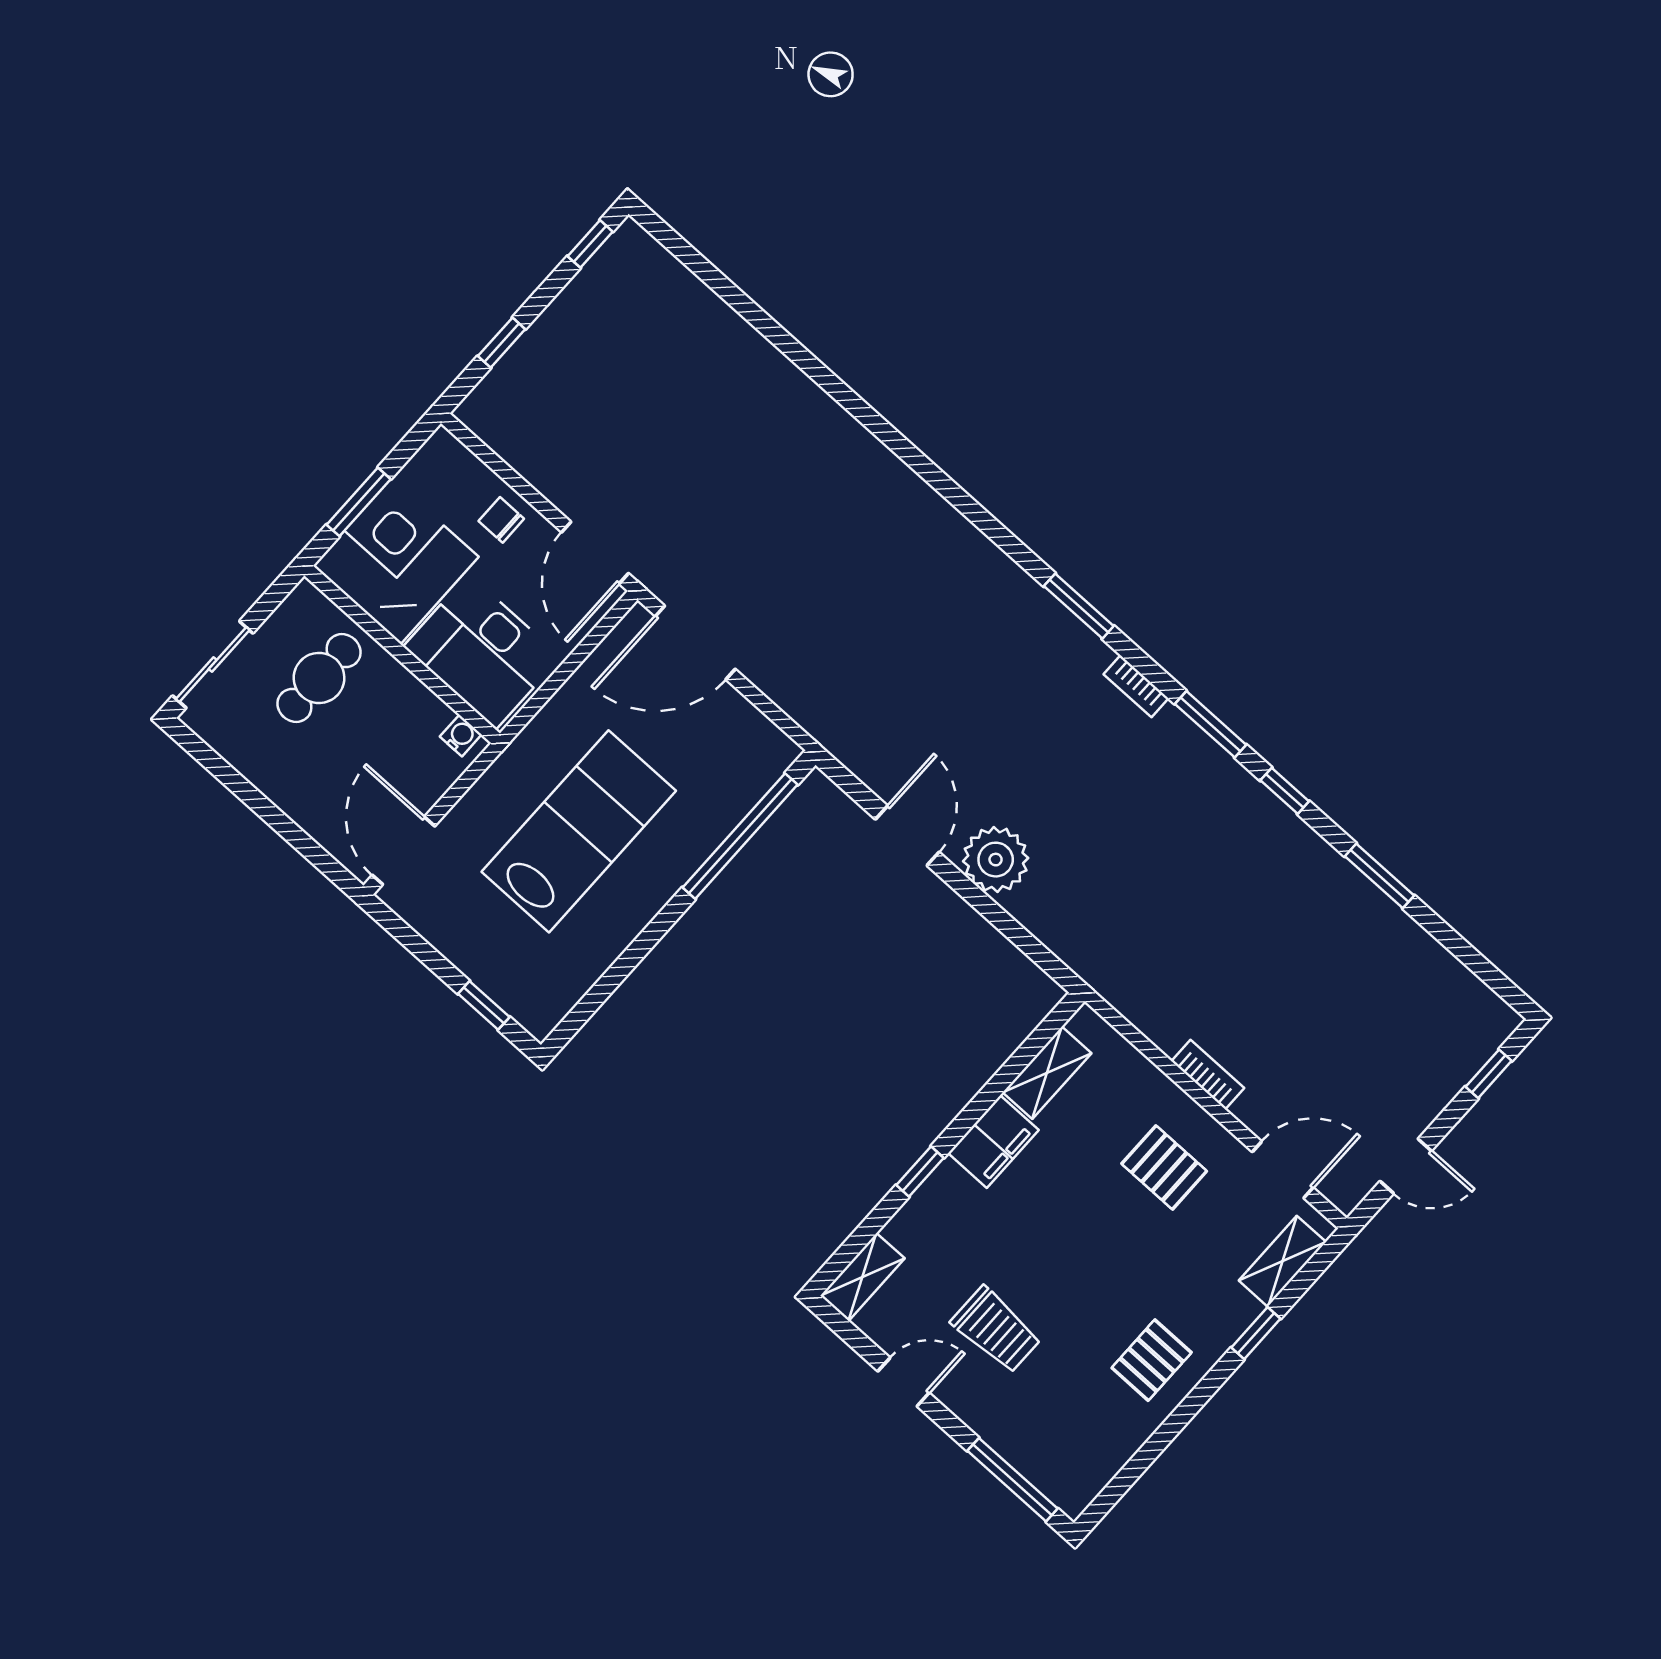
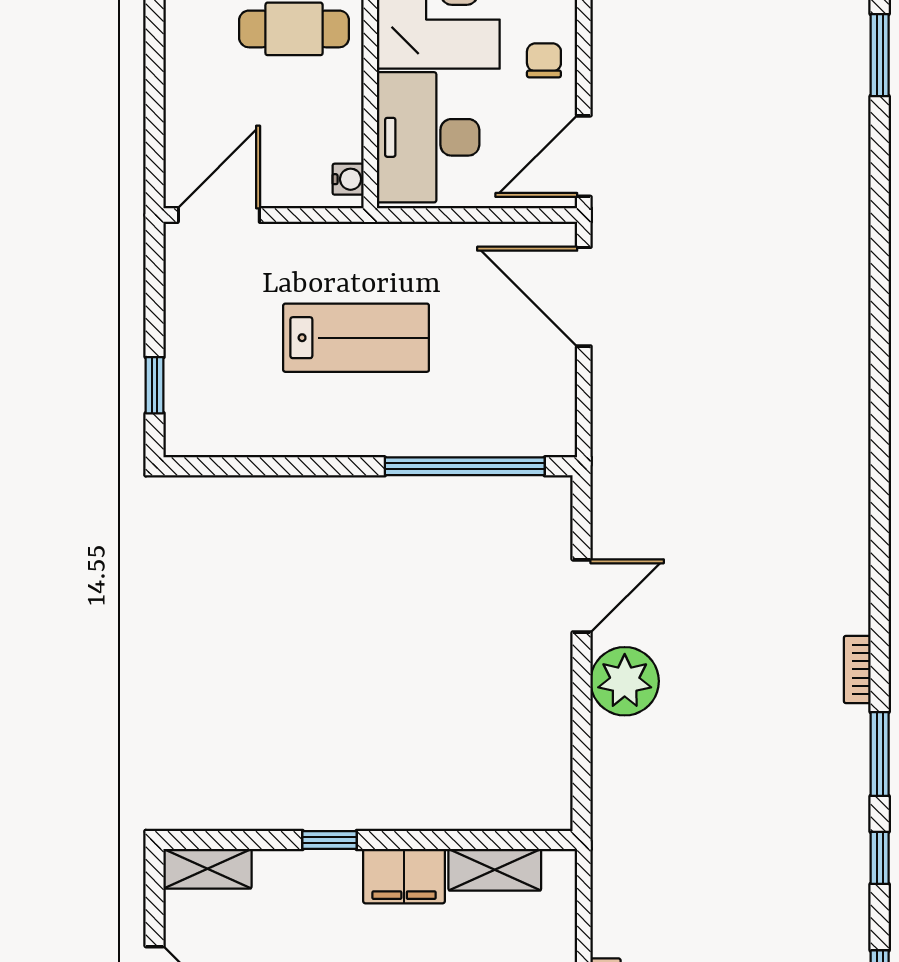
window: (1079, 606) -> (880, 55), moved
lab bench: (579, 831) -> (356, 338), width x0.73, depth x0.72

